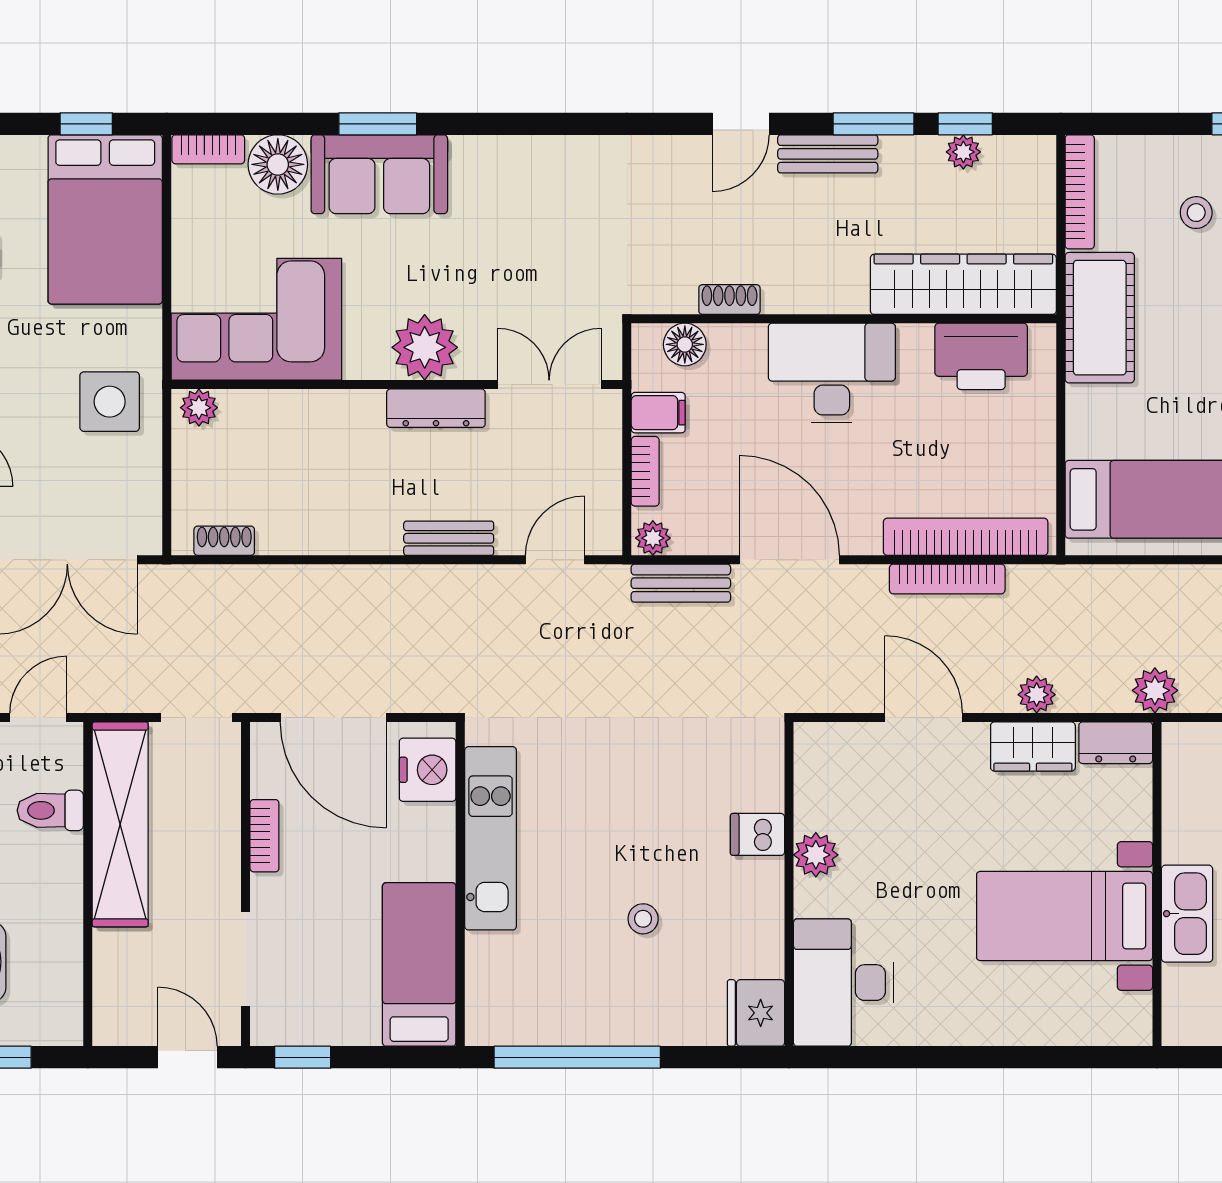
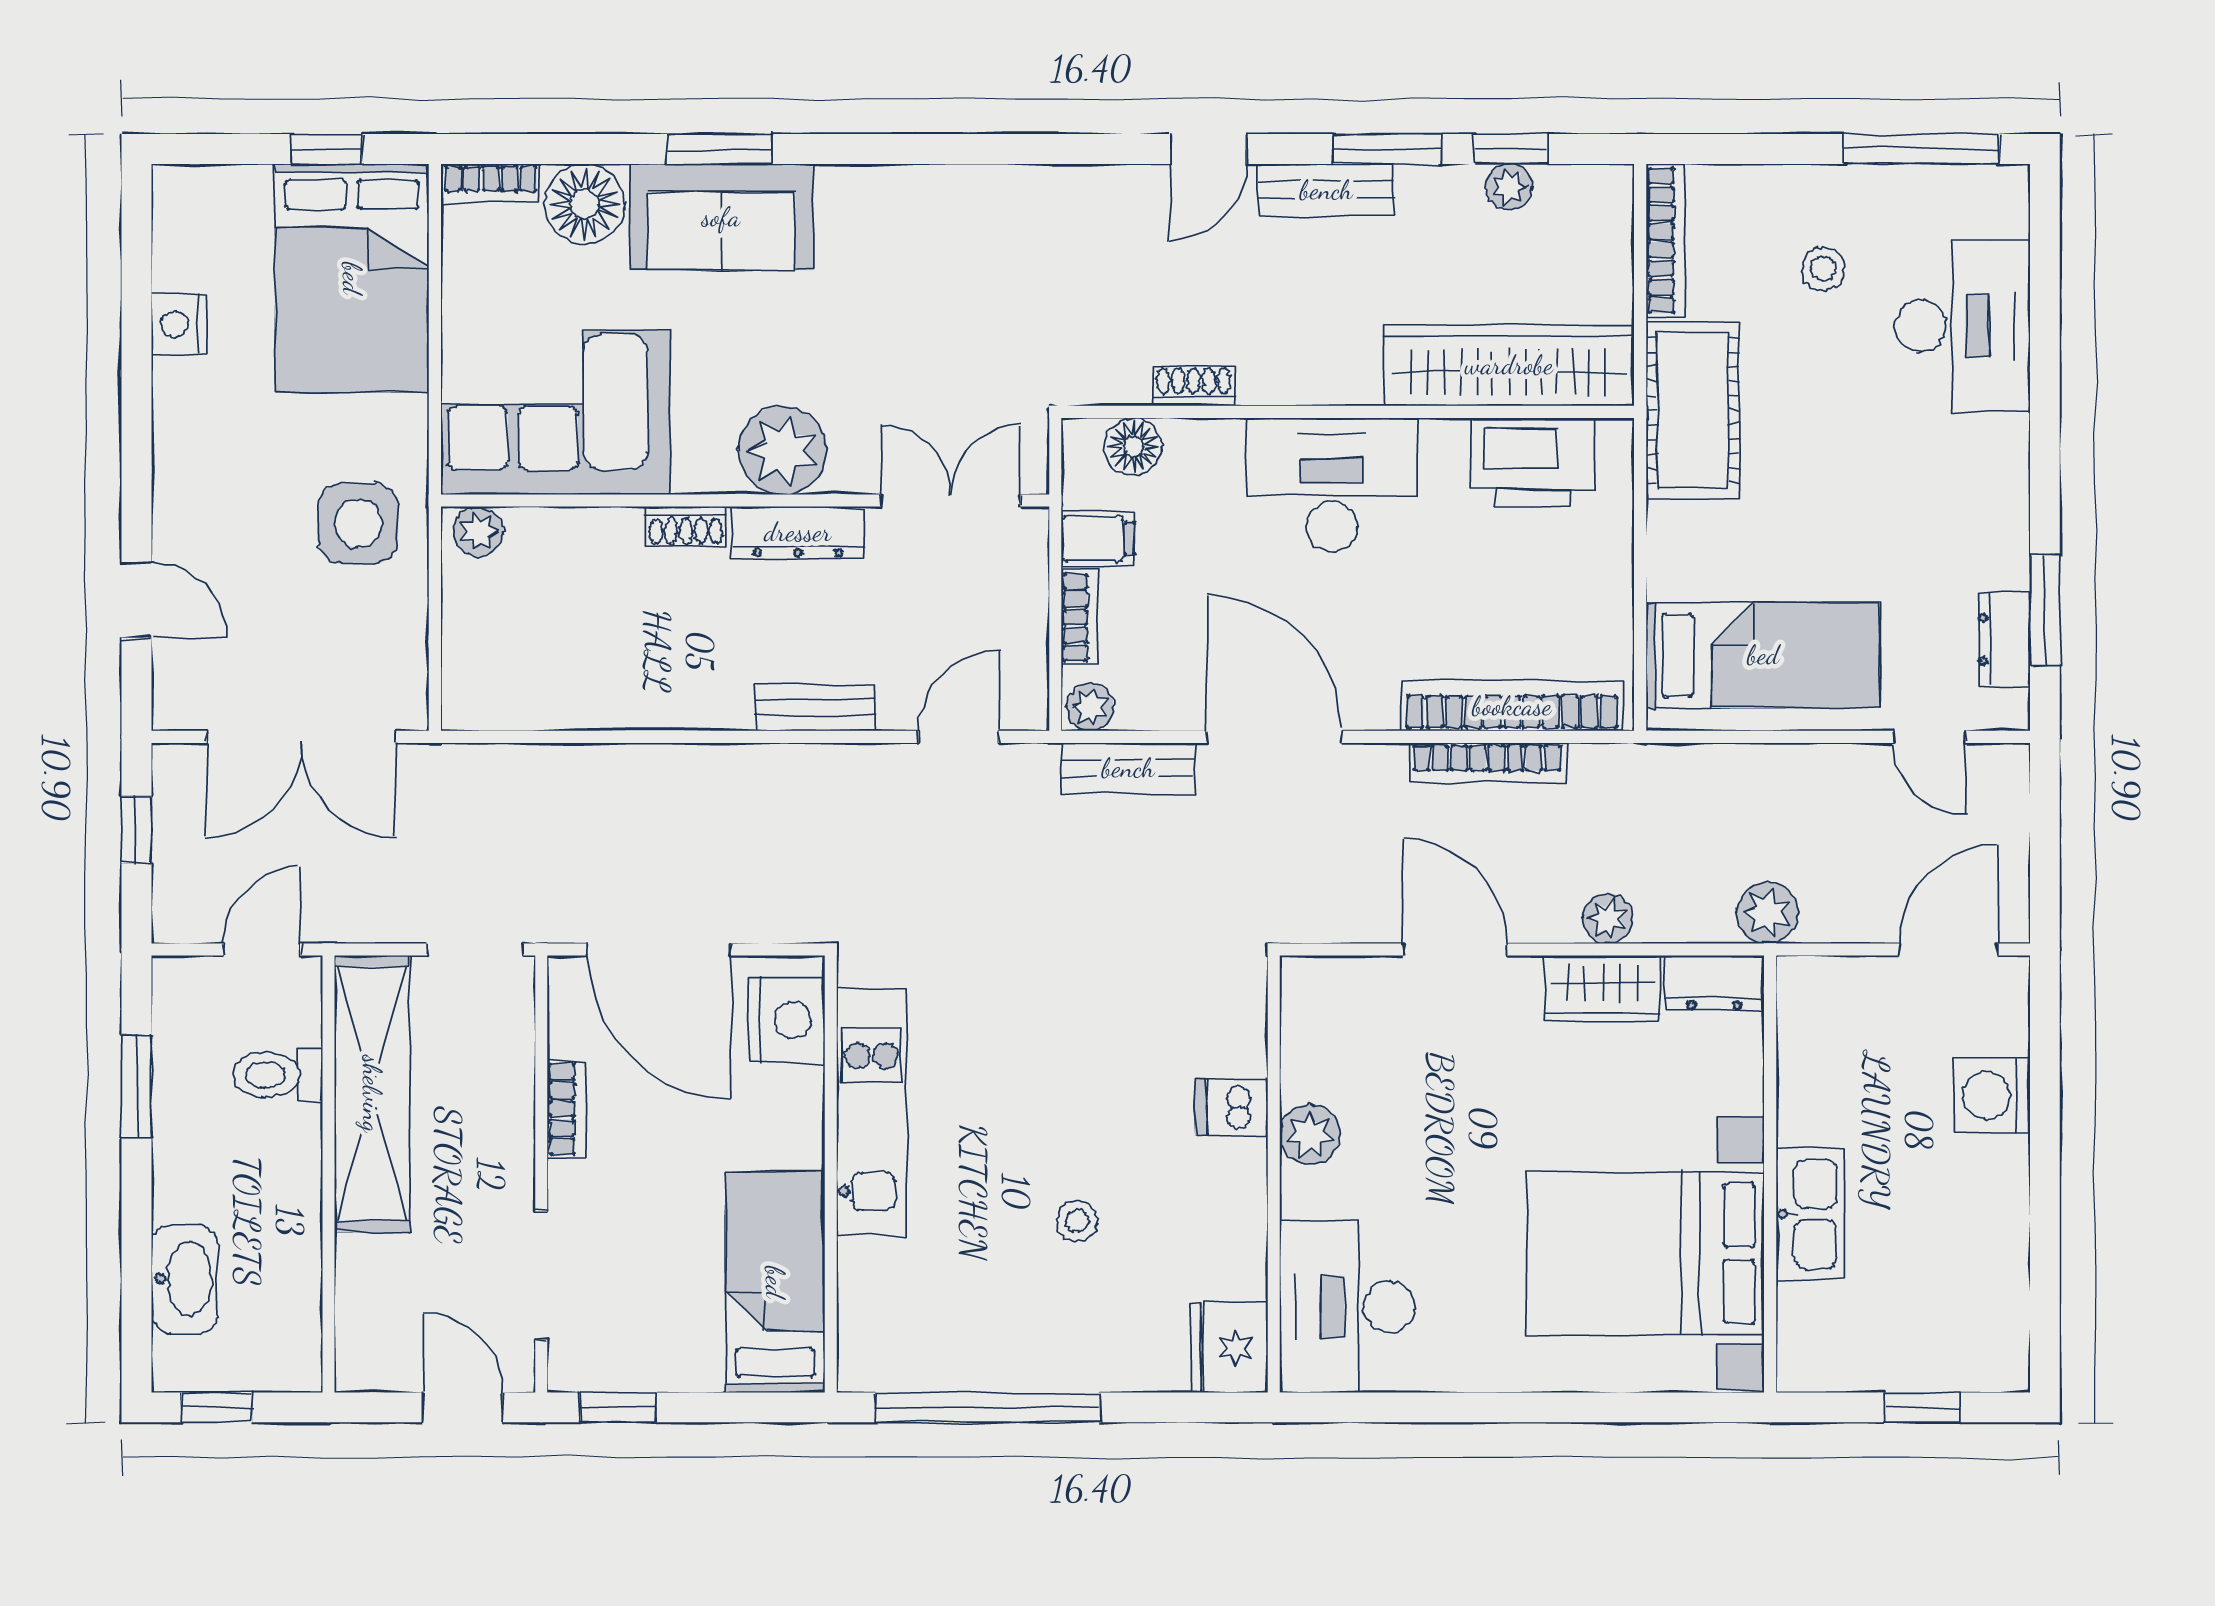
shoe rack: (224, 541) -> (686, 526), moved, turned 180
bed with nightstands: (1065, 916) -> (1645, 1253), width x1.36

